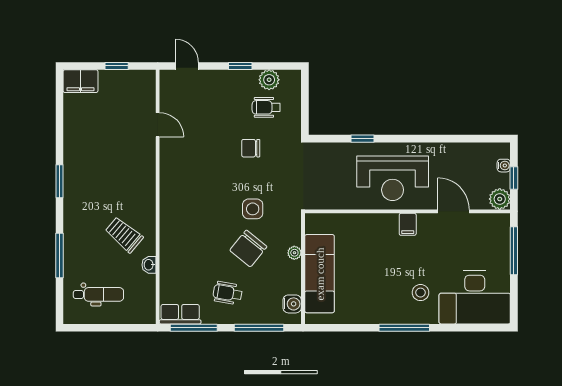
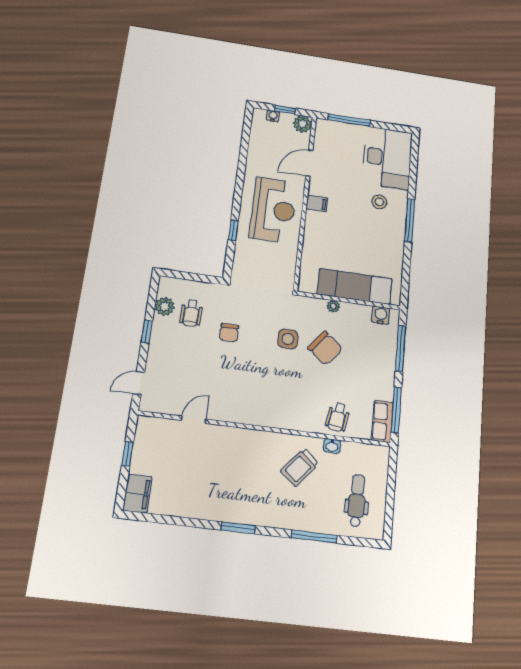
wheelchair: (228, 293) -> (338, 417), moved

